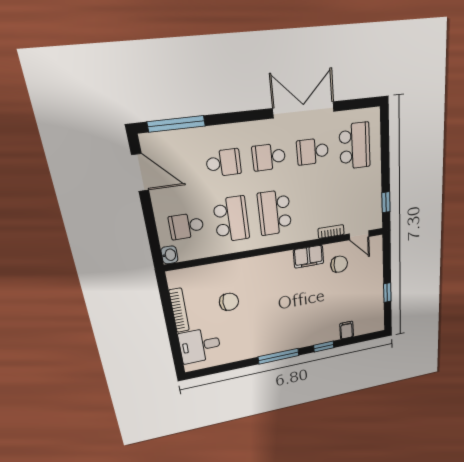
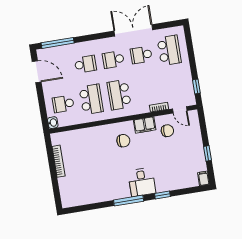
chair: (229, 302) -> (123, 141), moved
filing cabinet: (347, 330) -> (204, 178), moved
desk: (200, 345) -> (142, 182), moved, turned -90

